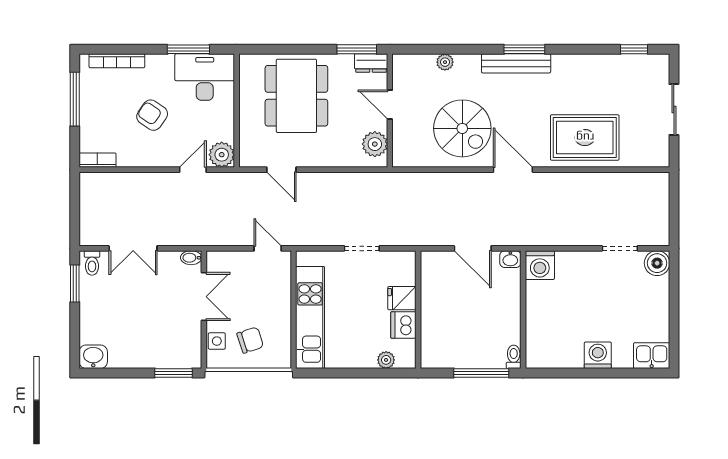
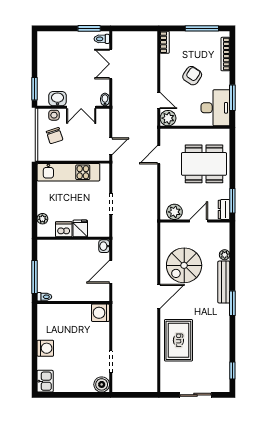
bench: (516, 63) -> (224, 282), moved
washbasin: (510, 259) -> (104, 246), moved
washbasin: (93, 357) -> (58, 99), moved, turned -90

